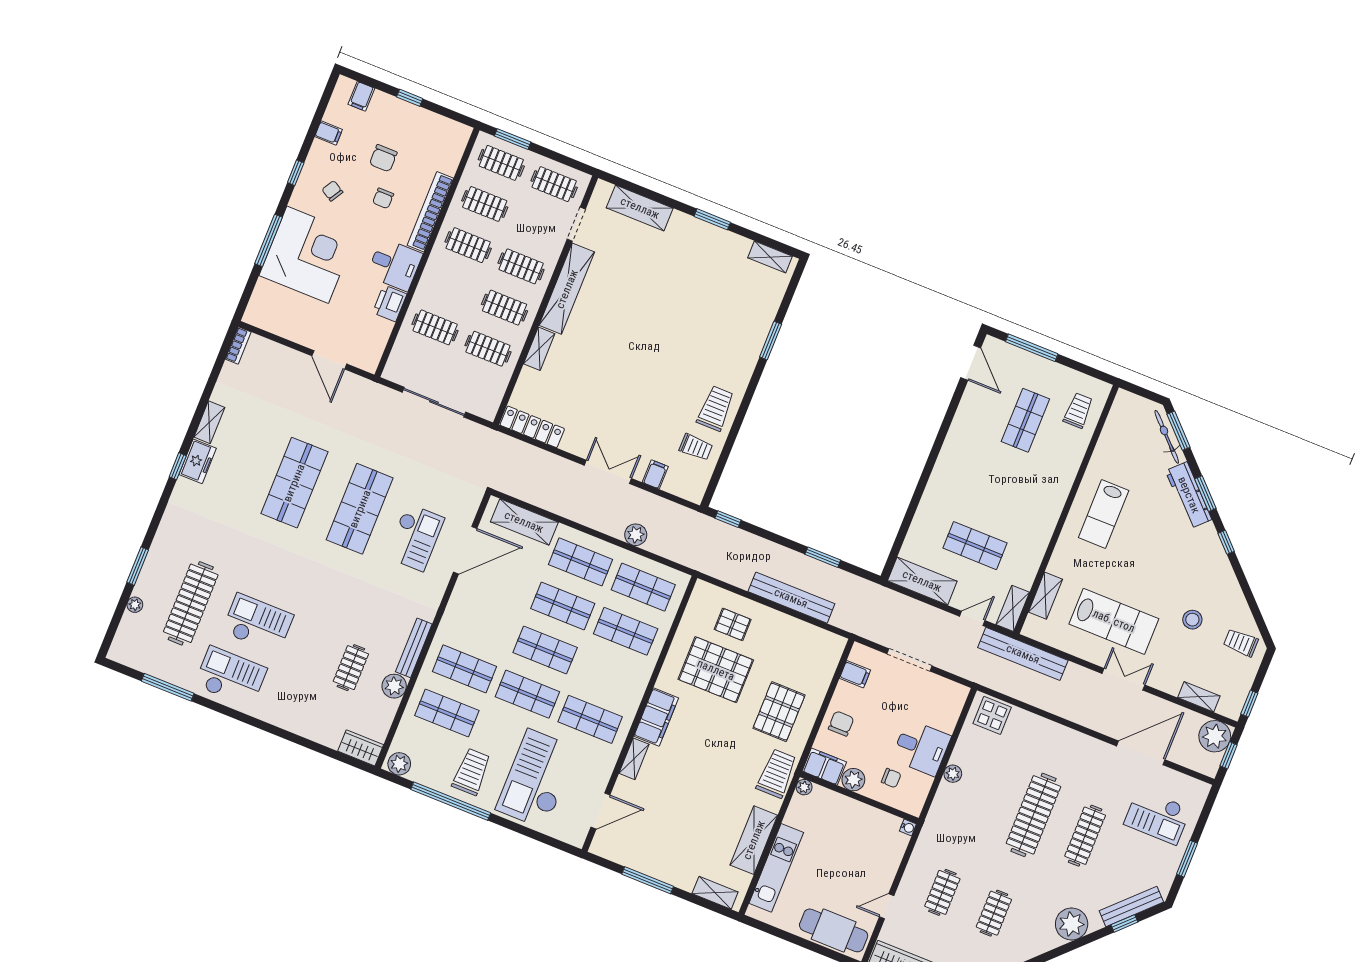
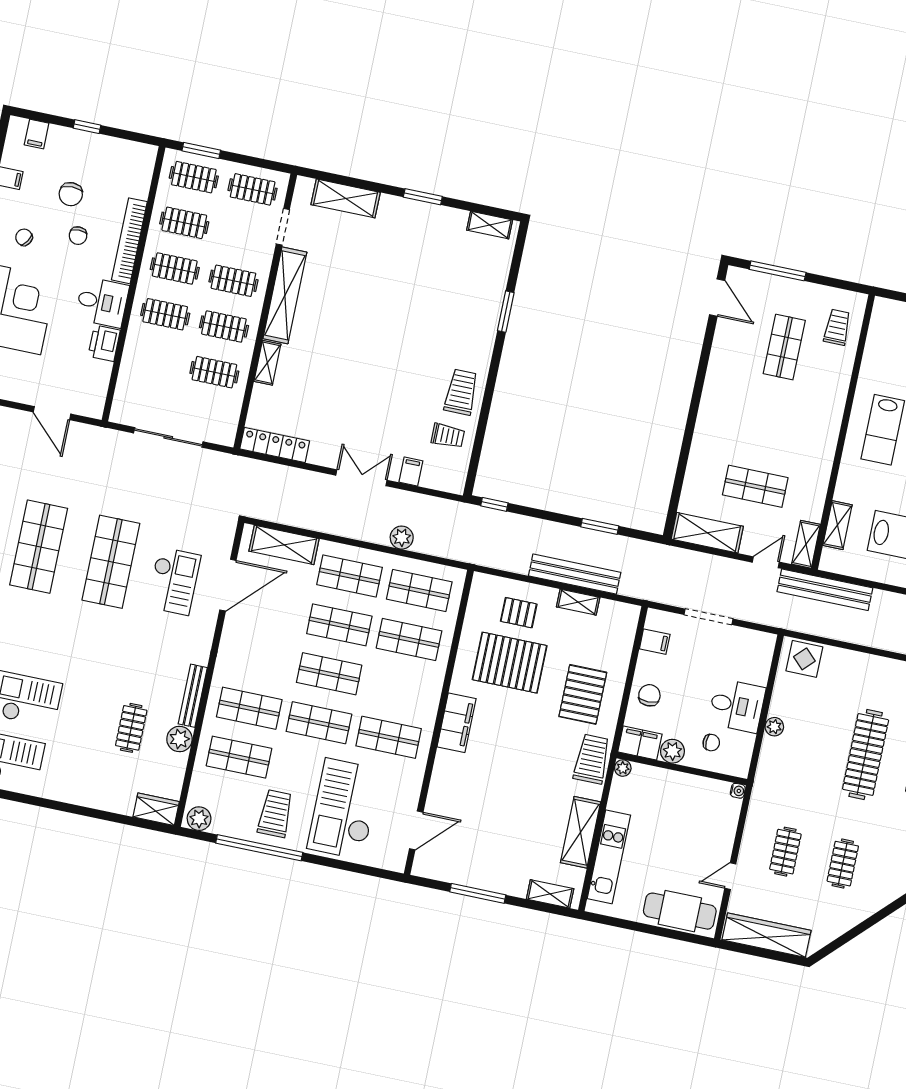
clothes rail: (435, 327) -> (165, 314), moved
shelving: (634, 759) -> (578, 602), moved, turned 90

